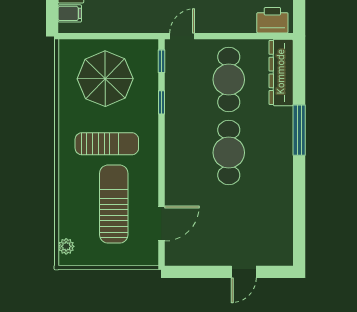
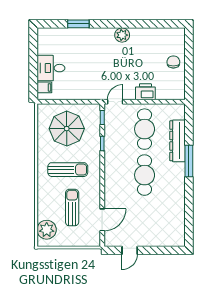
printer: (272, 20) -> (145, 92), moved
dresser: (281, 72) -> (178, 141), moved
sun lounger: (114, 204) -> (72, 208), width x0.73, depth x0.75
plant: (66, 246) -> (47, 230), width x1.87, depth x1.87
door: (244, 272) -> (130, 250), moved

